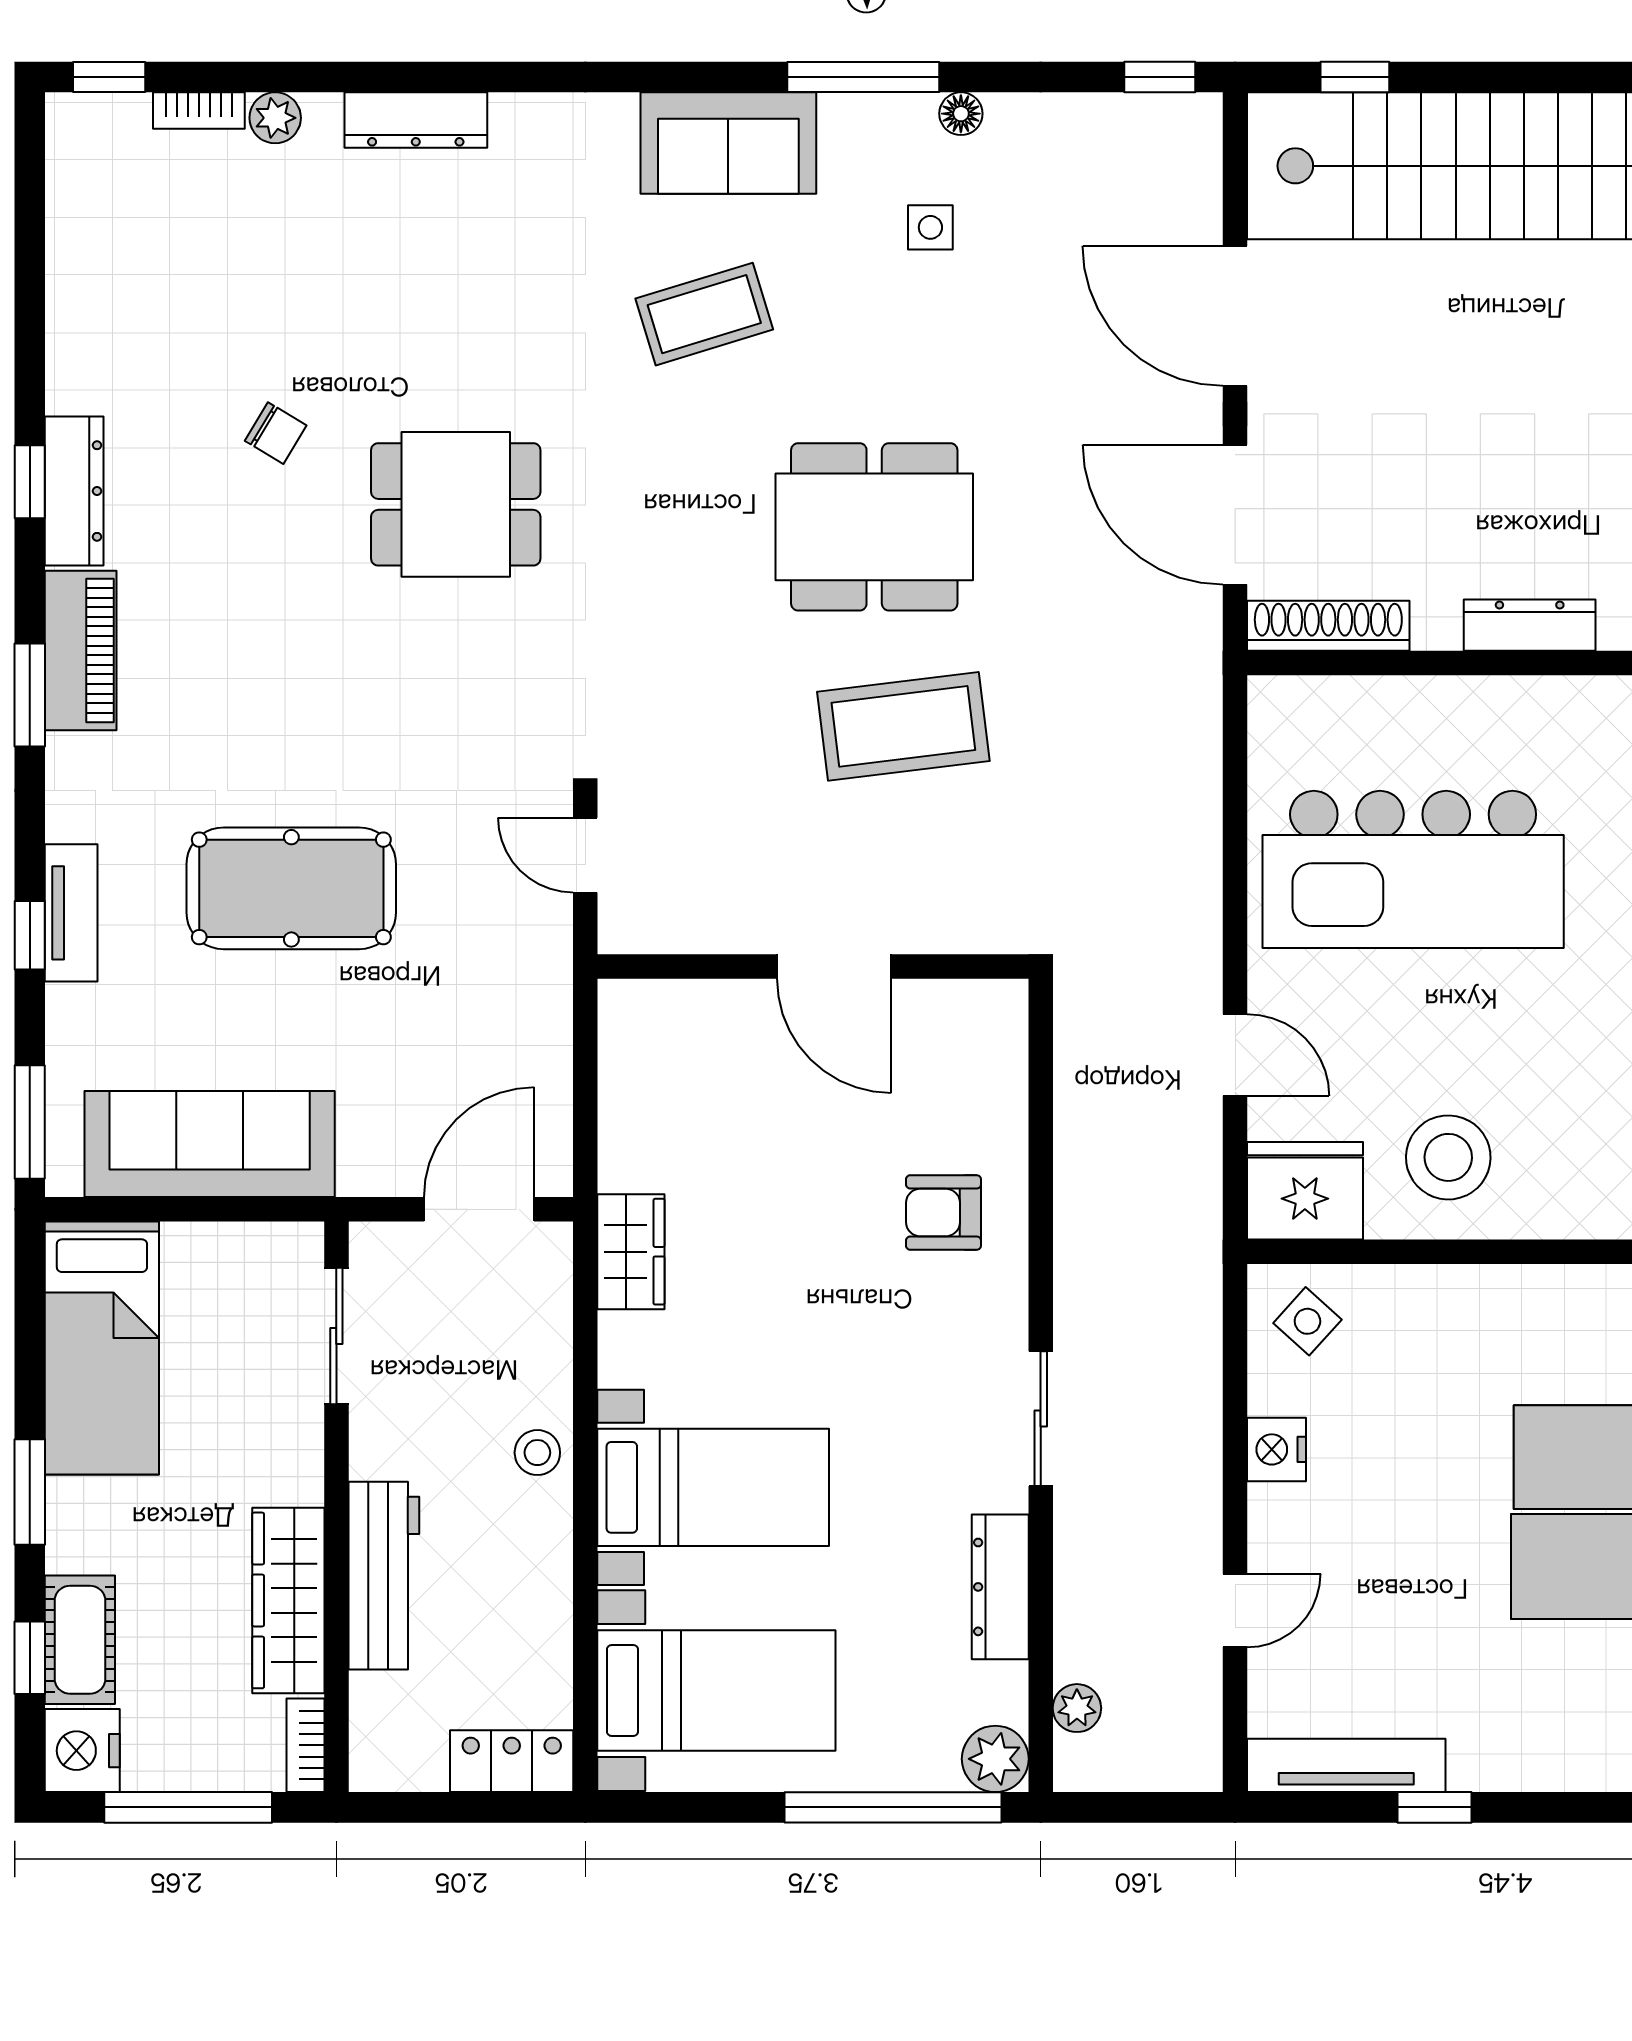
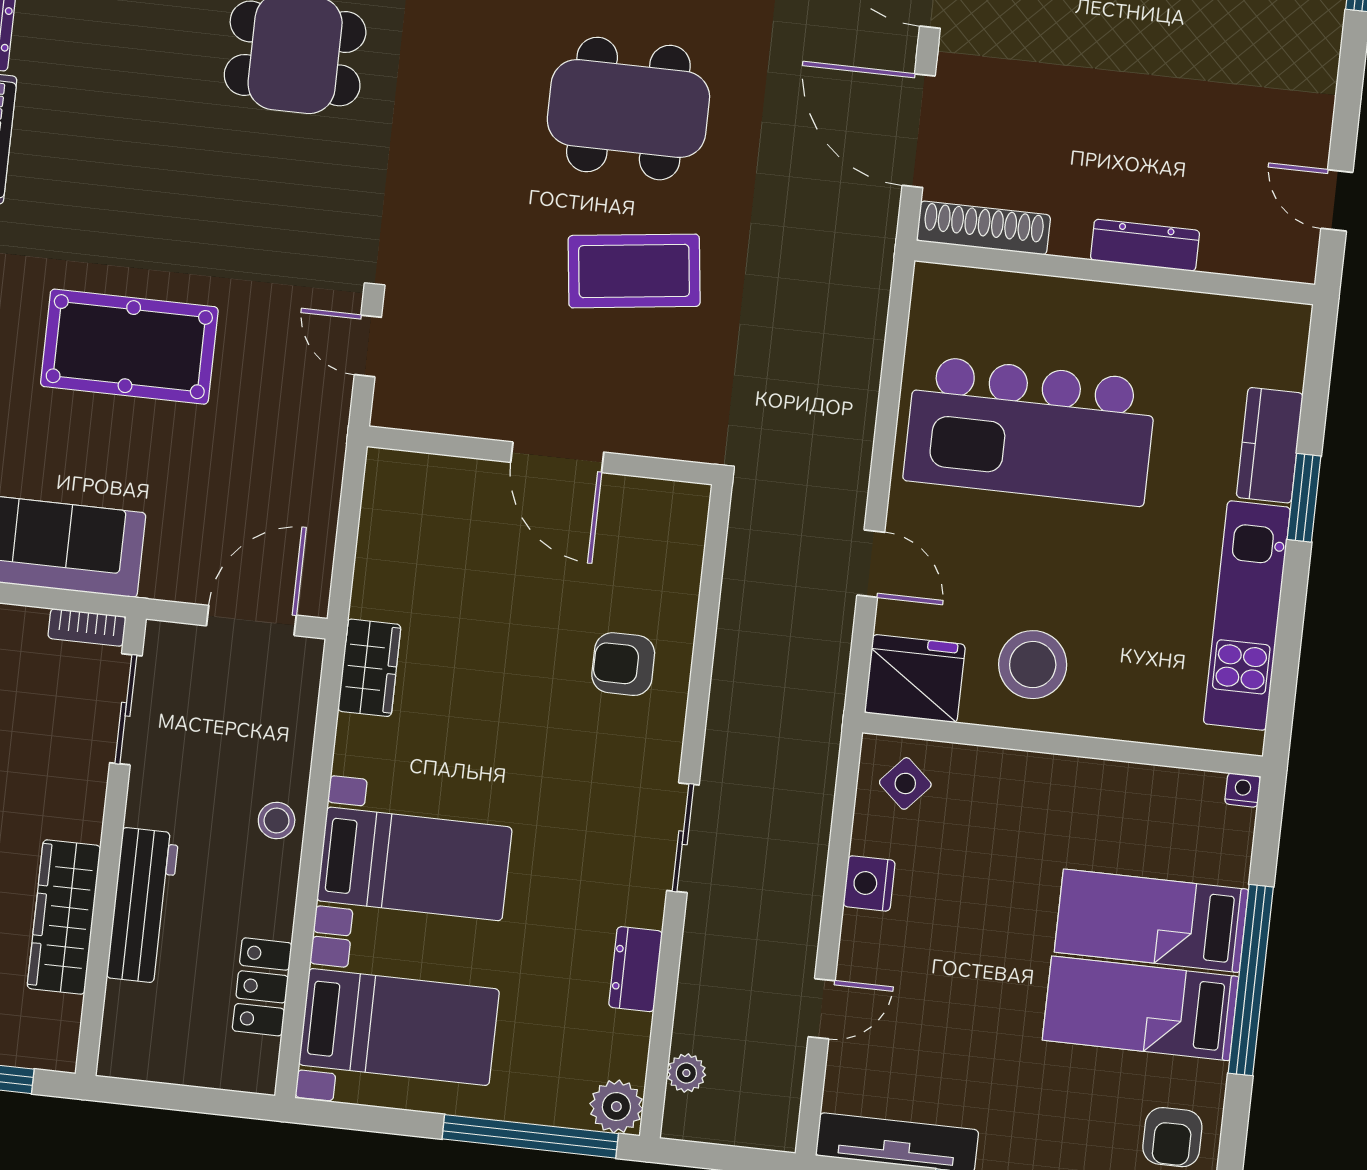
dresser: (1000, 1587) -> (636, 969), width x0.70
bookcase: (305, 1745) -> (87, 627), moved, turned -90
locker: (512, 1761) -> (262, 987), moved, turned -90

